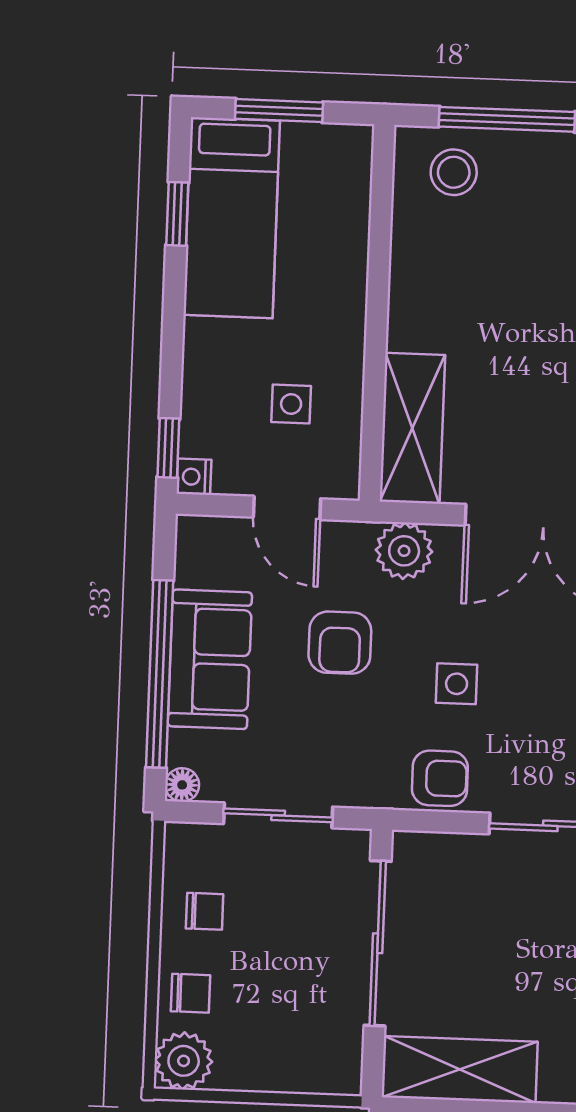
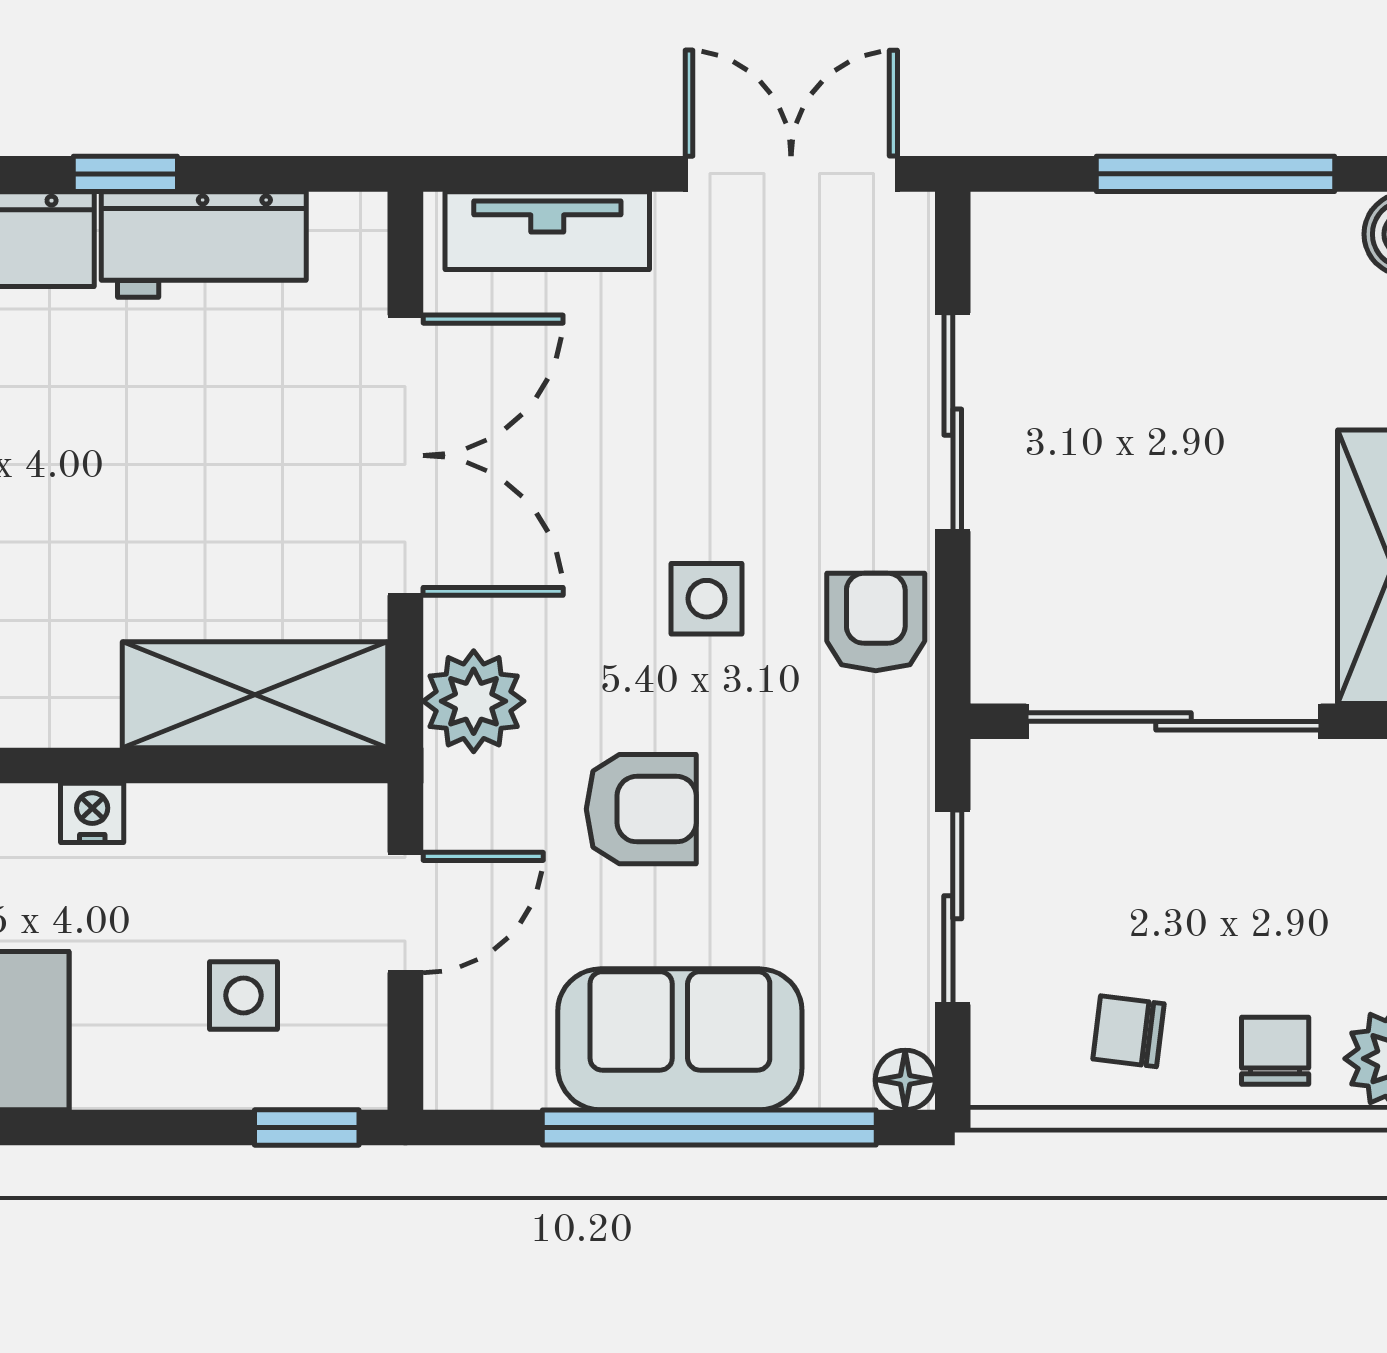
side table: (291, 404) -> (244, 995), moved
nightstand: (194, 477) -> (92, 813), moved, turned 180
chair: (205, 911) -> (1128, 1031), turned -83

